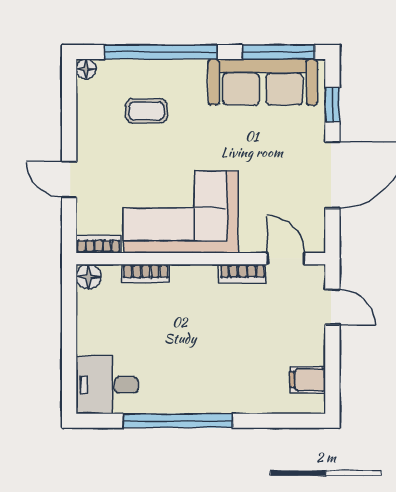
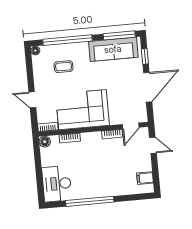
door: (286, 259) -> (131, 126), swing flipped
desk: (107, 385) -> (57, 184), width x1.37

